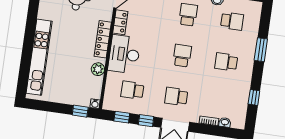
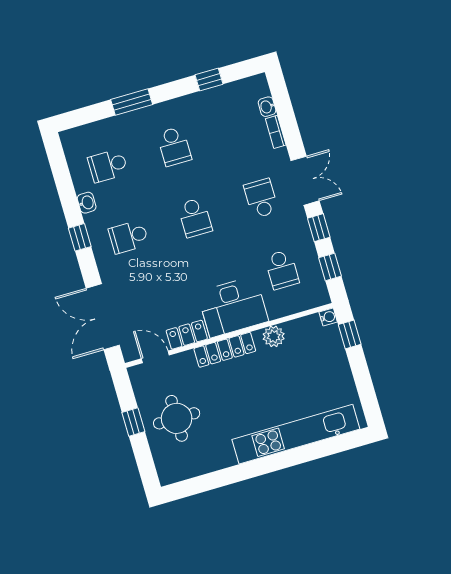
school desk: (232, 21) -> (108, 166), turned -90
school desk: (182, 56) -> (195, 218), turned -90
school desk: (176, 97) -> (261, 198), turned 180

